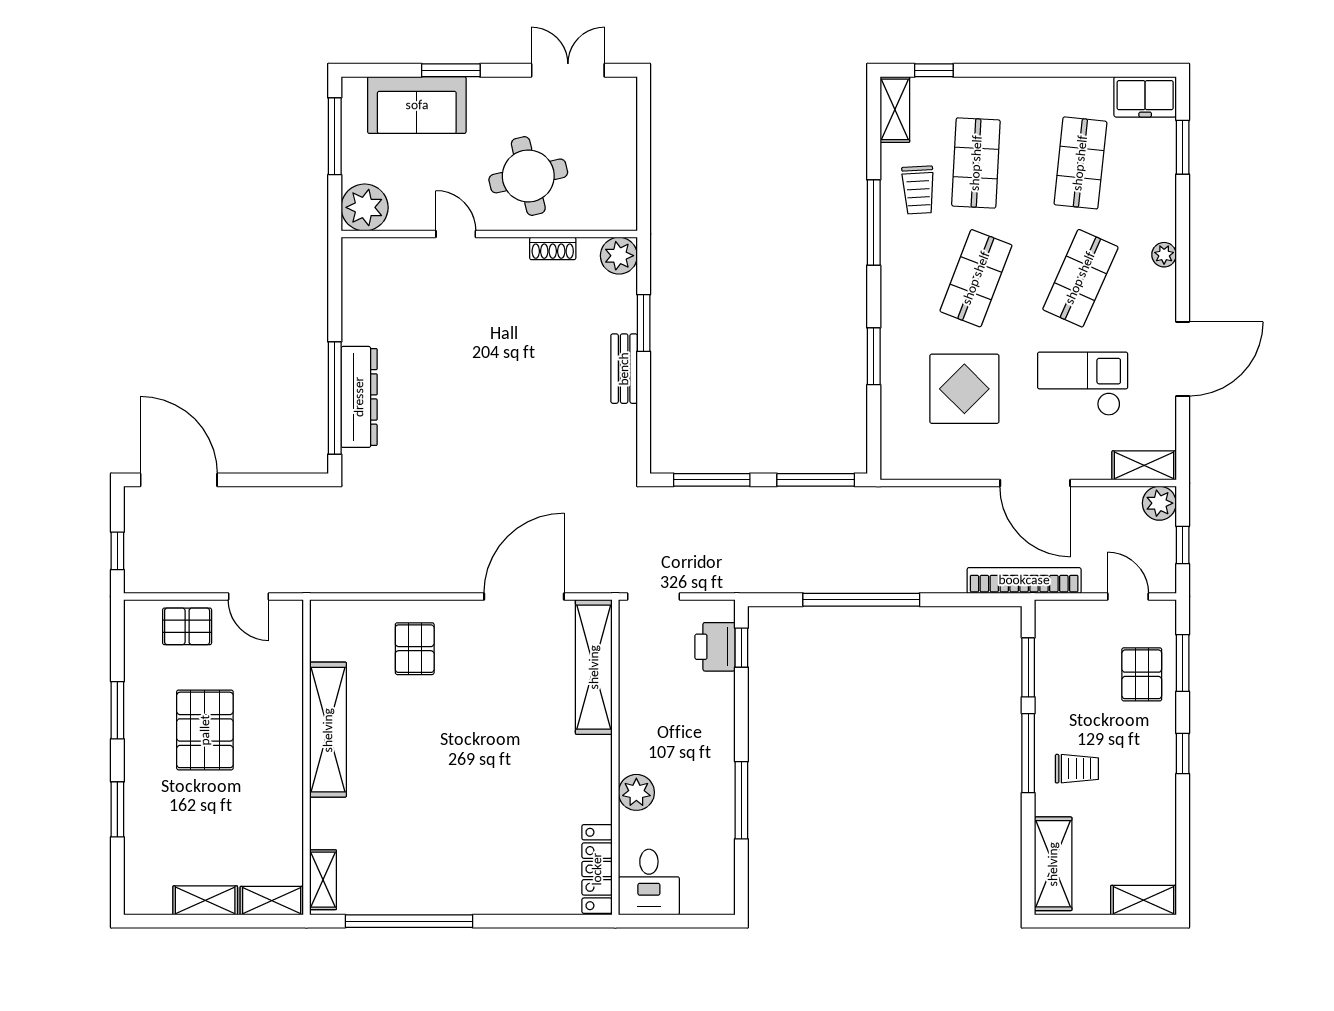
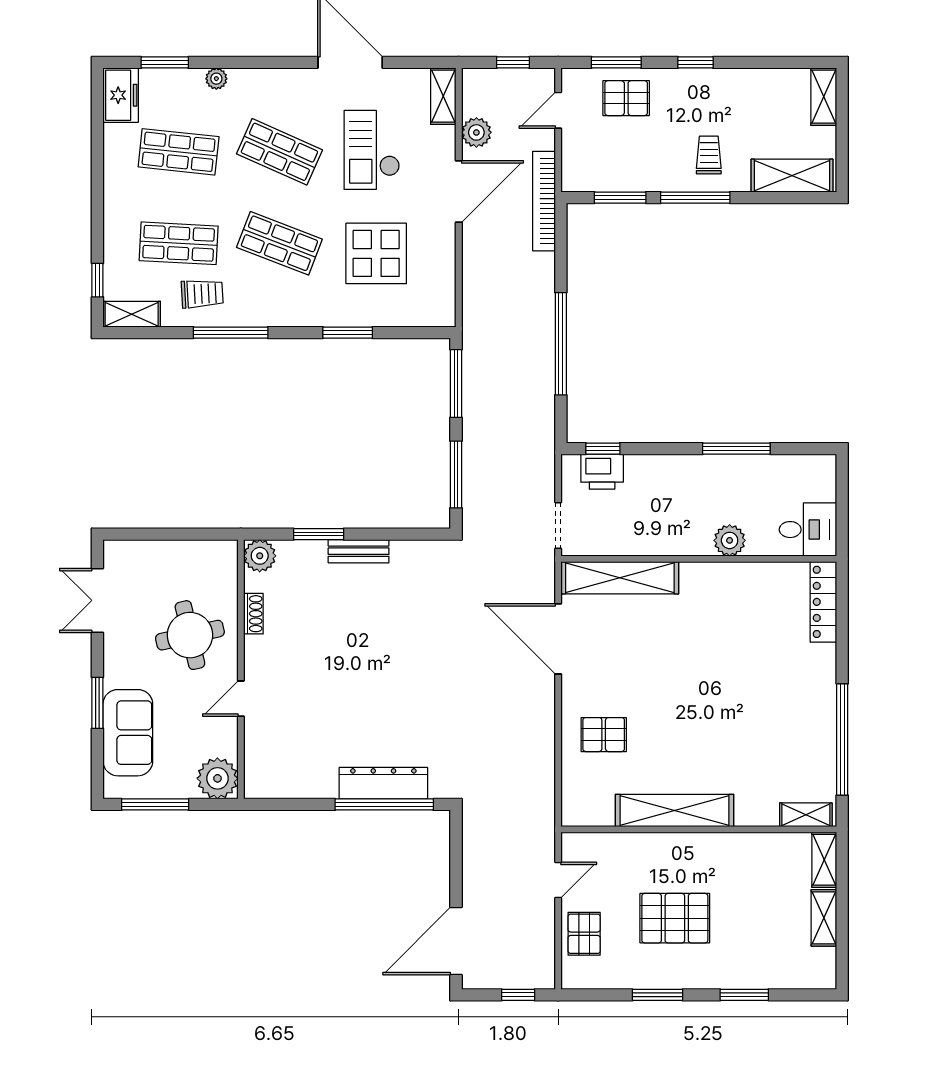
plant: (1164, 255) -> (216, 79), moved
plant: (1159, 503) -> (476, 132), moved
locker: (597, 869) -> (823, 602), moved, turned 90

